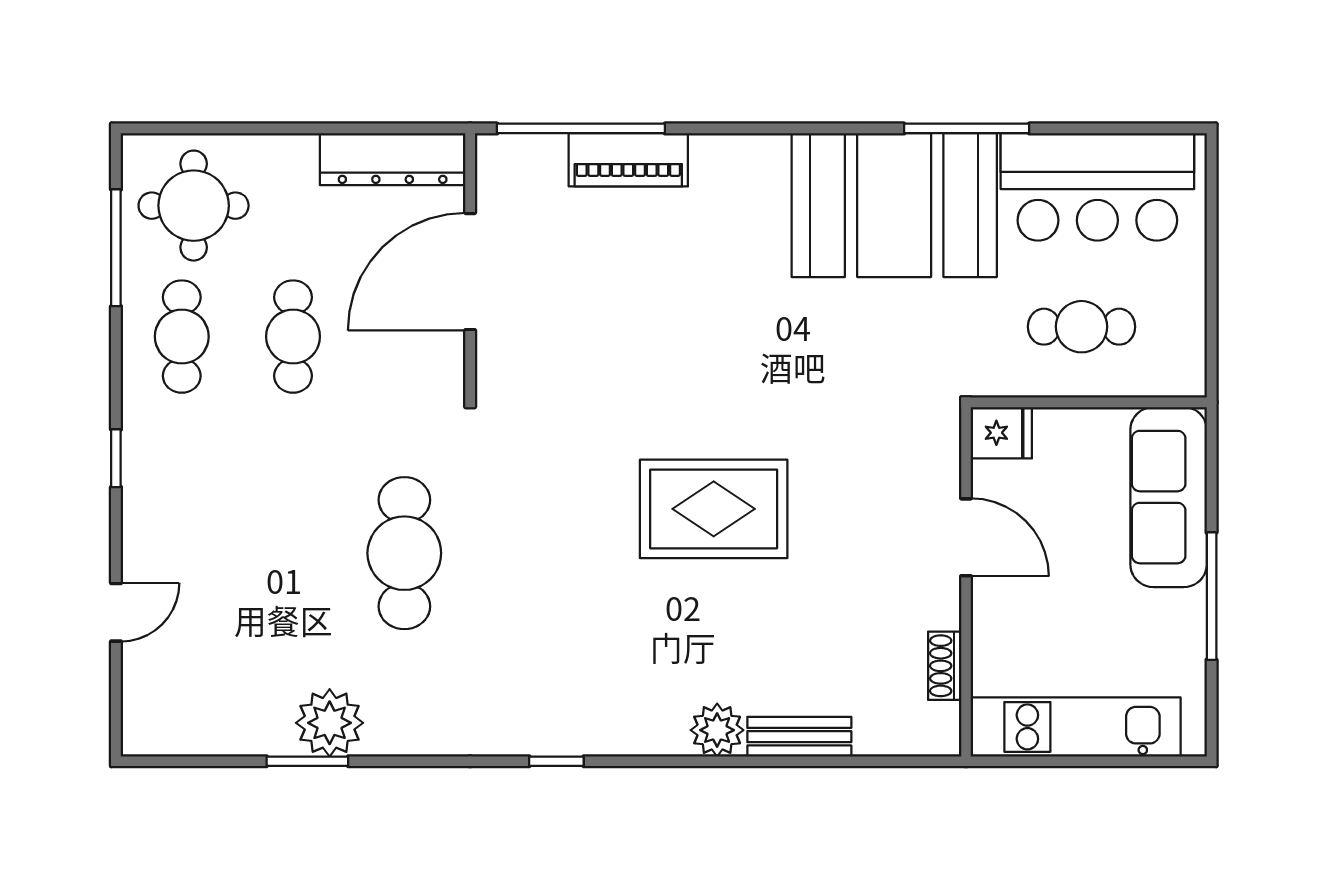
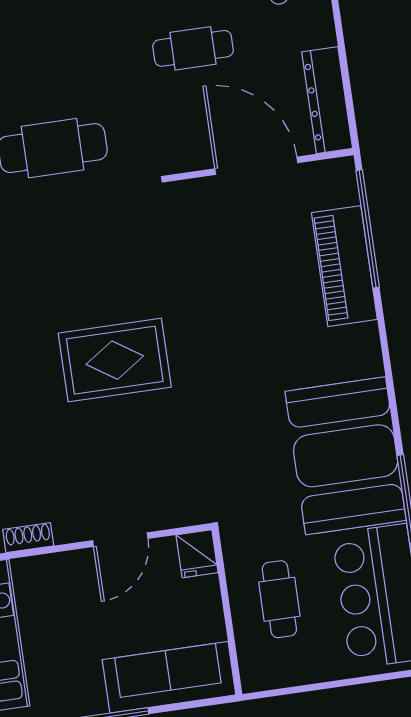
piano: (628, 160) -> (344, 266), width x1.37, depth x1.33
rug: (714, 509) -> (115, 360), turned 90

